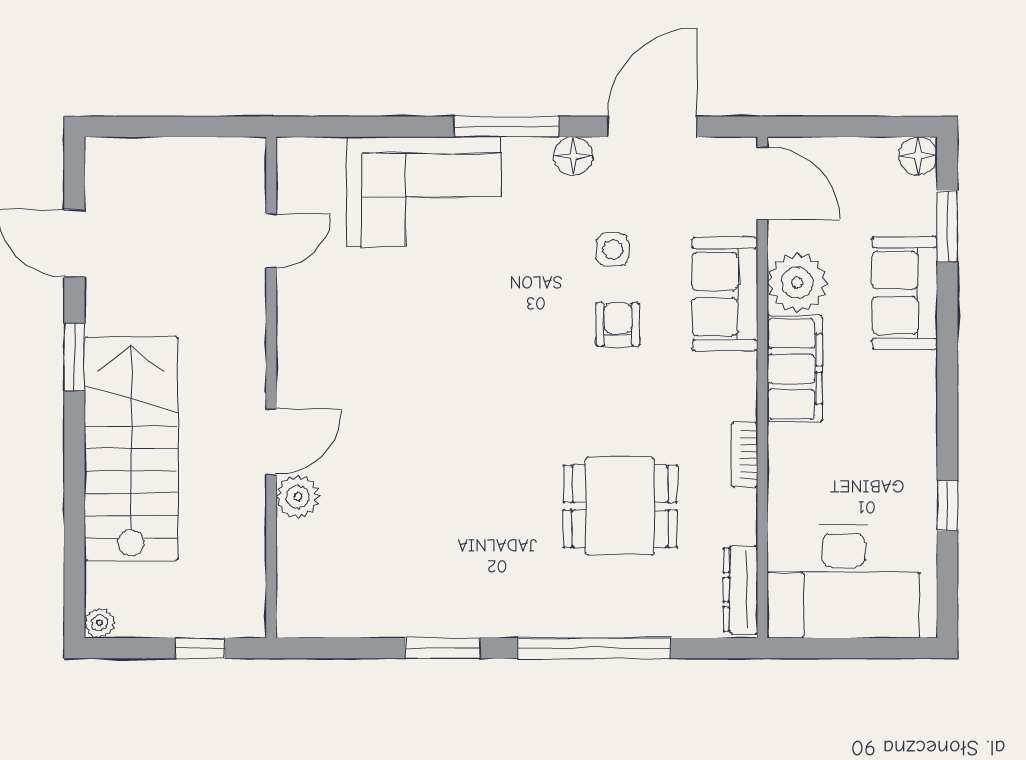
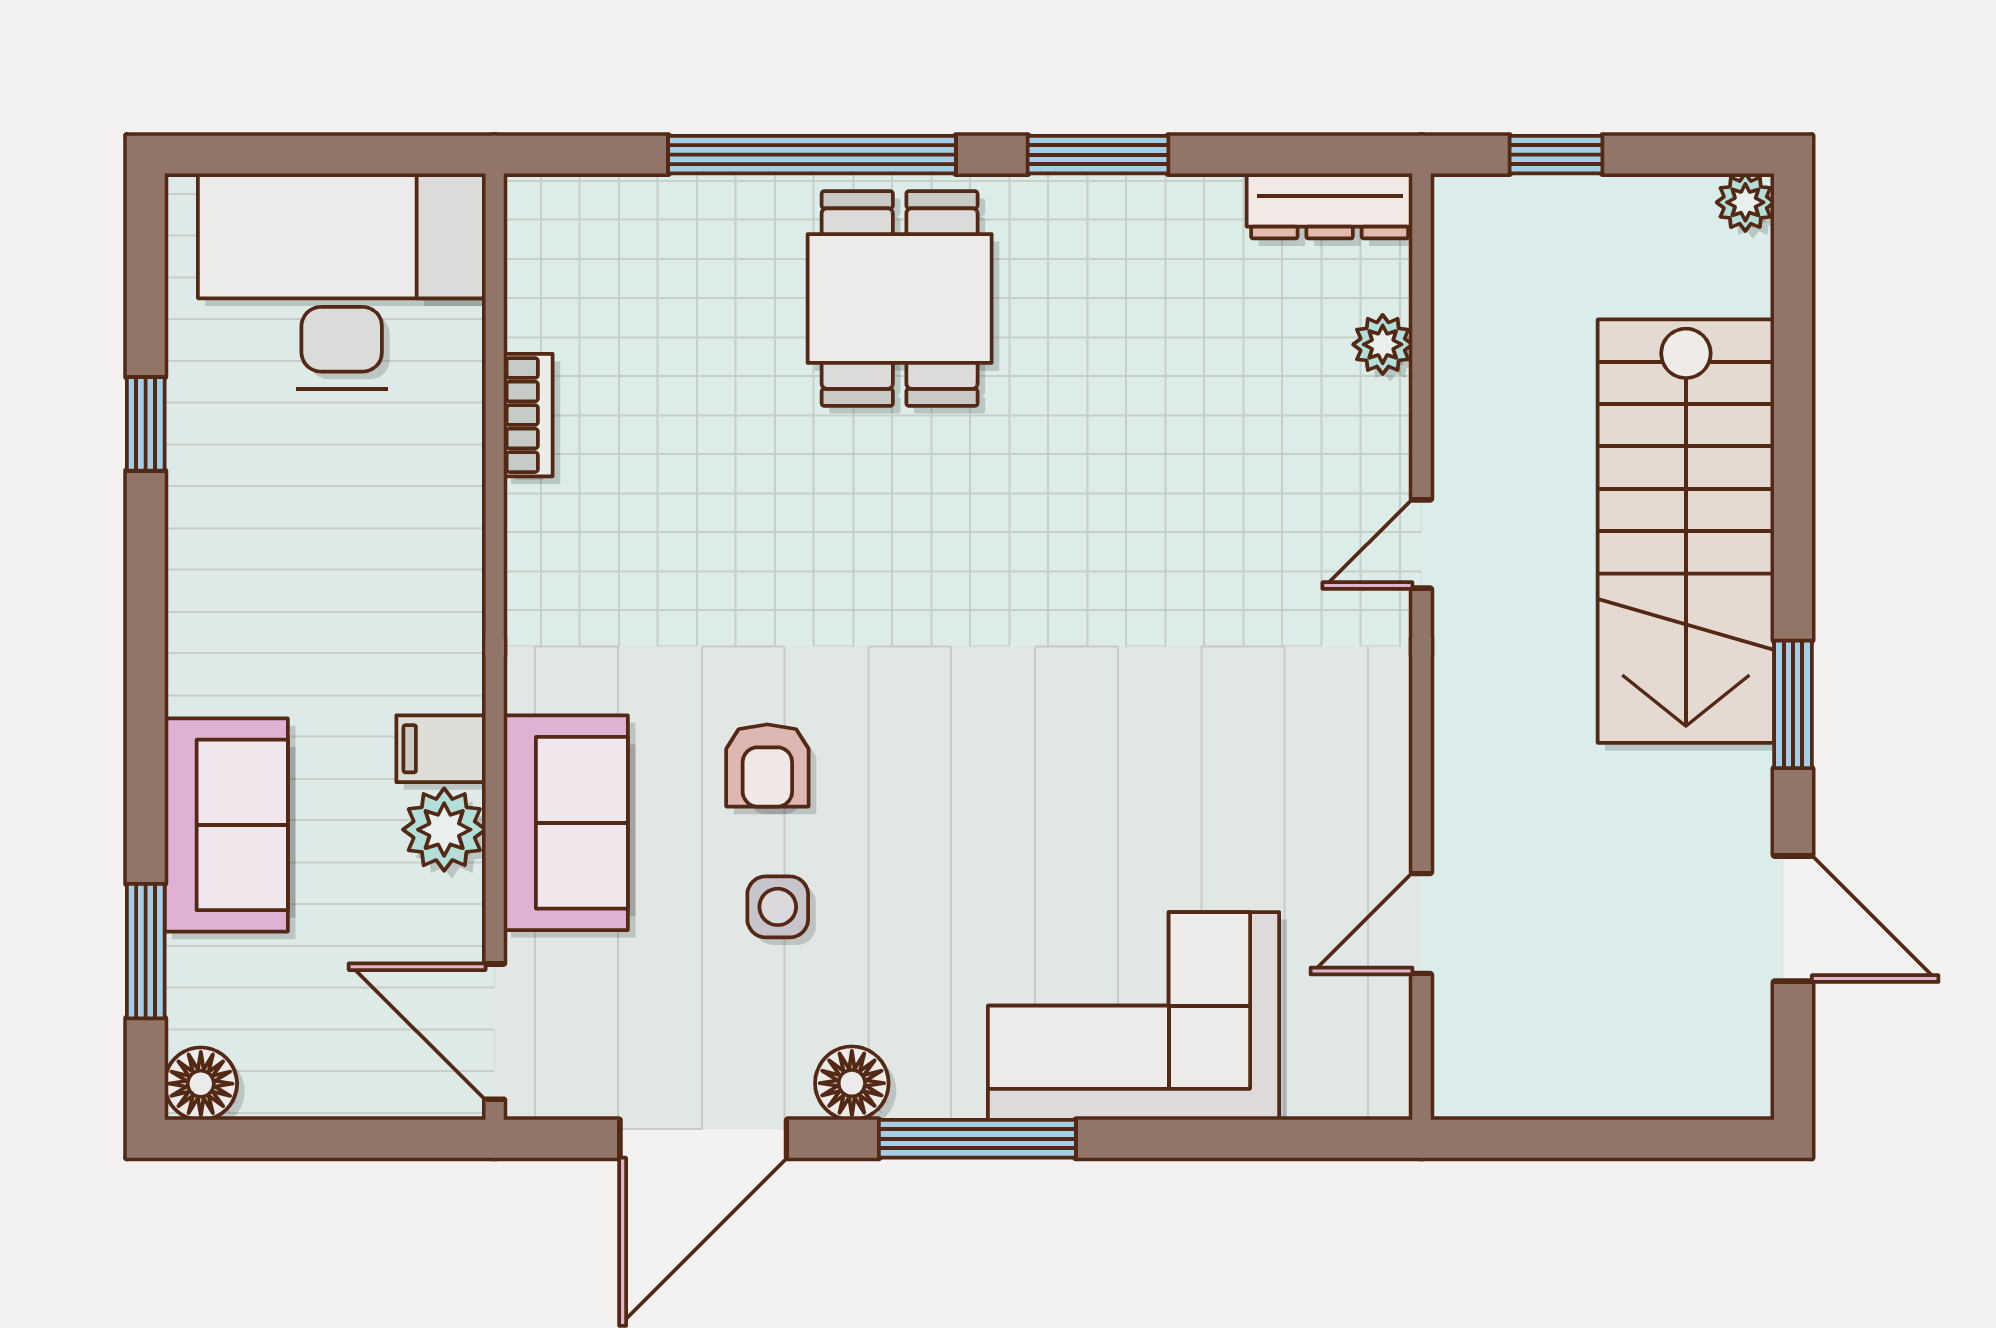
plant: (797, 283) -> (444, 830), width x0.73, depth x0.73
filing cabinet: (795, 369) -> (441, 749), width x0.33, depth x0.86
door: (271, 442) -> (1422, 544), width x0.73
bookcase: (745, 455) -> (528, 415), moved
plant: (298, 497) -> (1383, 344), moved, width x0.73, depth x0.73
dining table: (620, 506) -> (900, 299), moved, turned 90
dresser: (740, 590) -> (1330, 206), moved, turned 90

